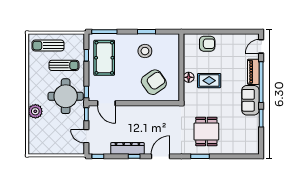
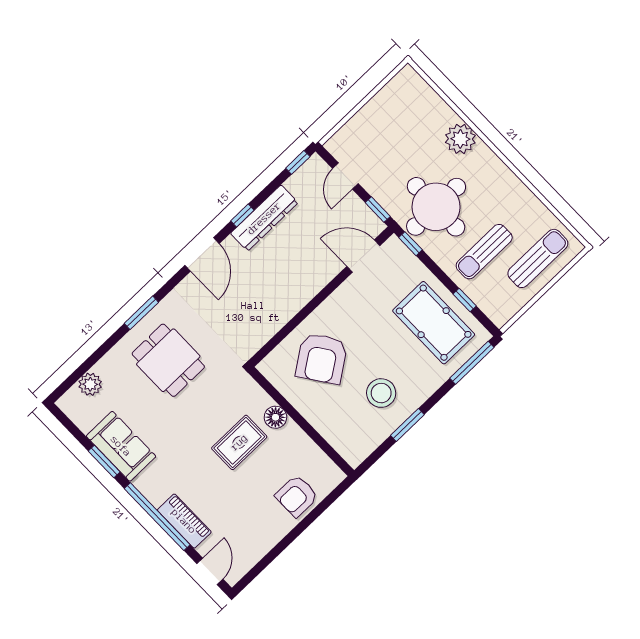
sofa: (250, 100) -> (121, 446), moved
door: (86, 136) -> (345, 176), swing flipped
plant: (241, 149) -> (90, 384), added

